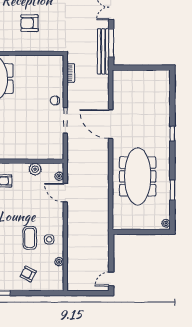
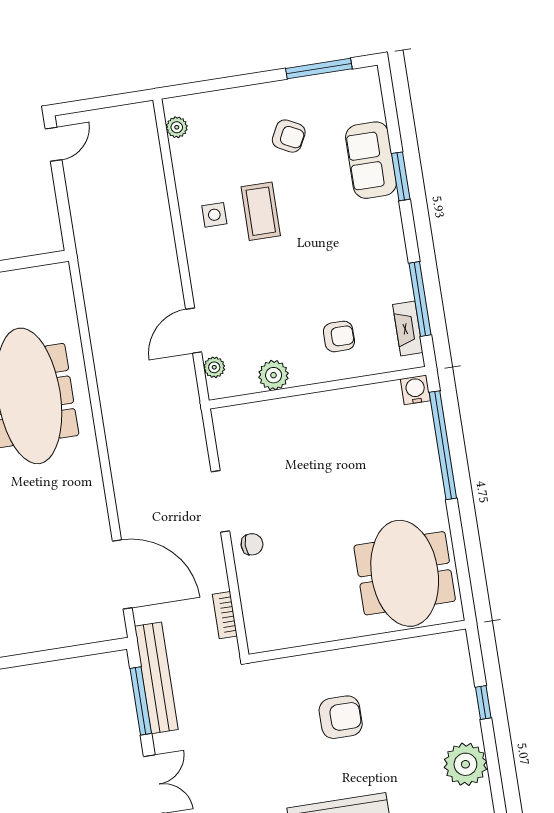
door: (111, 124) -> (122, 574), moved
door: (65, 193) -> (194, 331), swing flipped
plant: (59, 262) -> (177, 127), moved
armchair: (28, 274) -> (289, 136), moved

